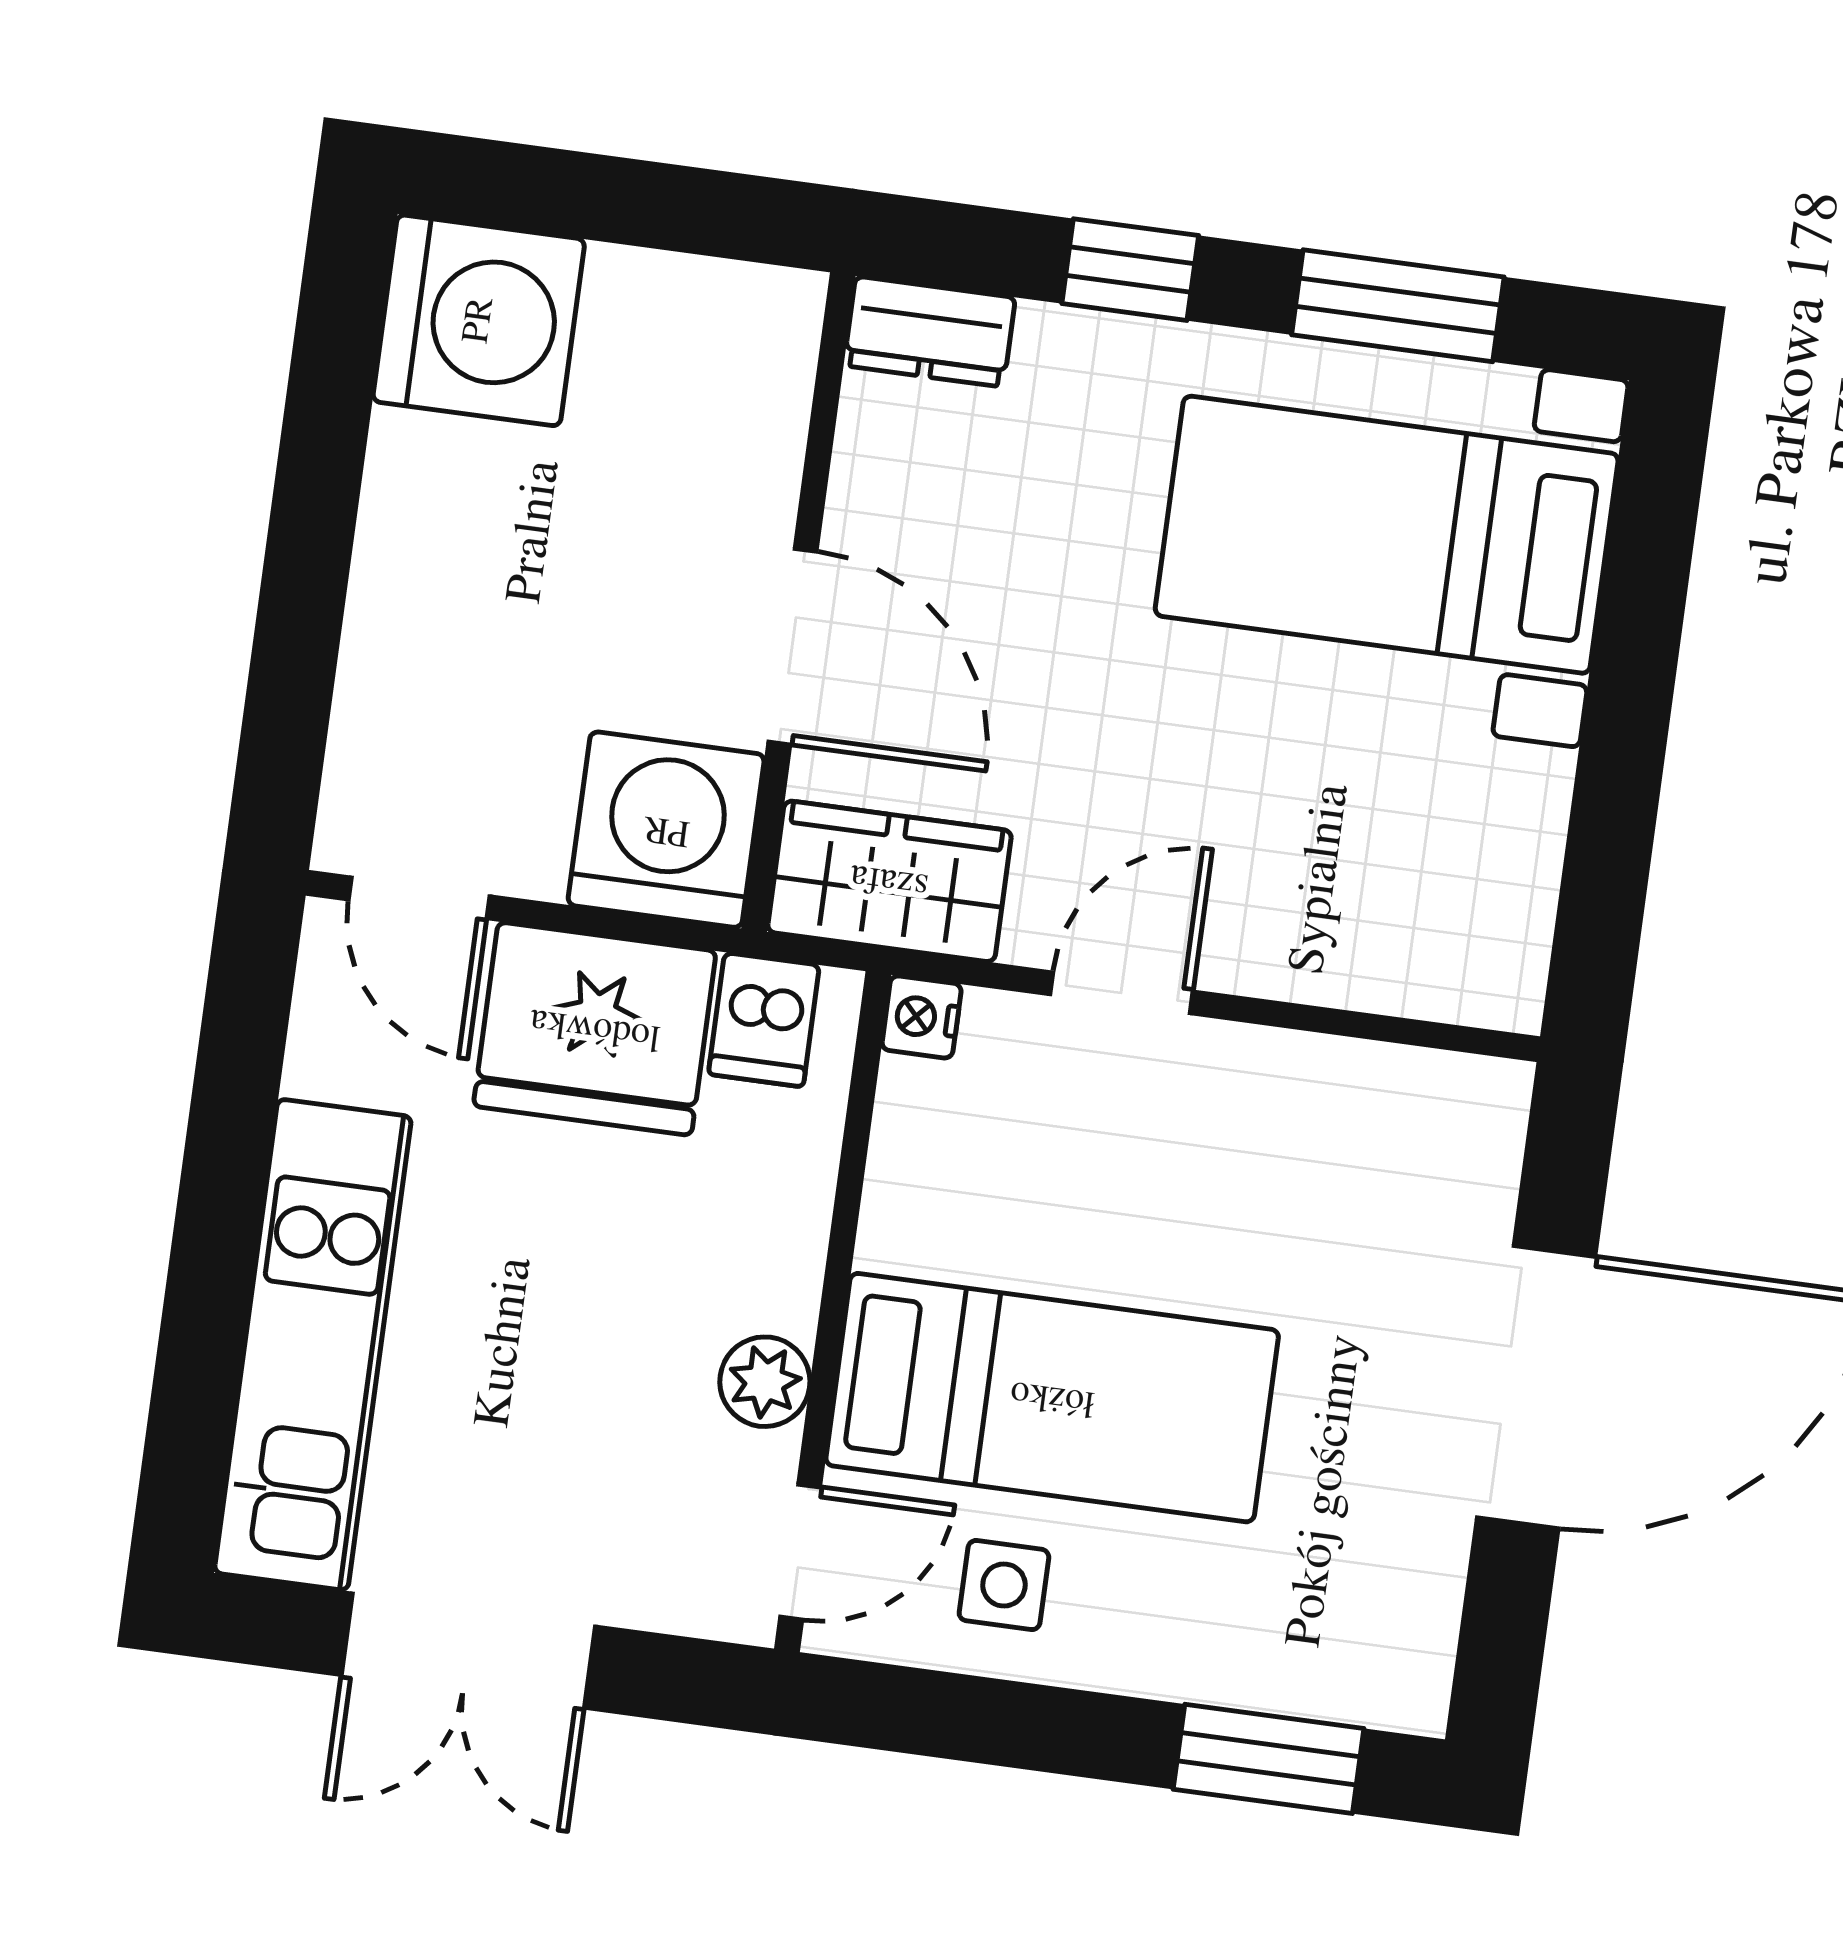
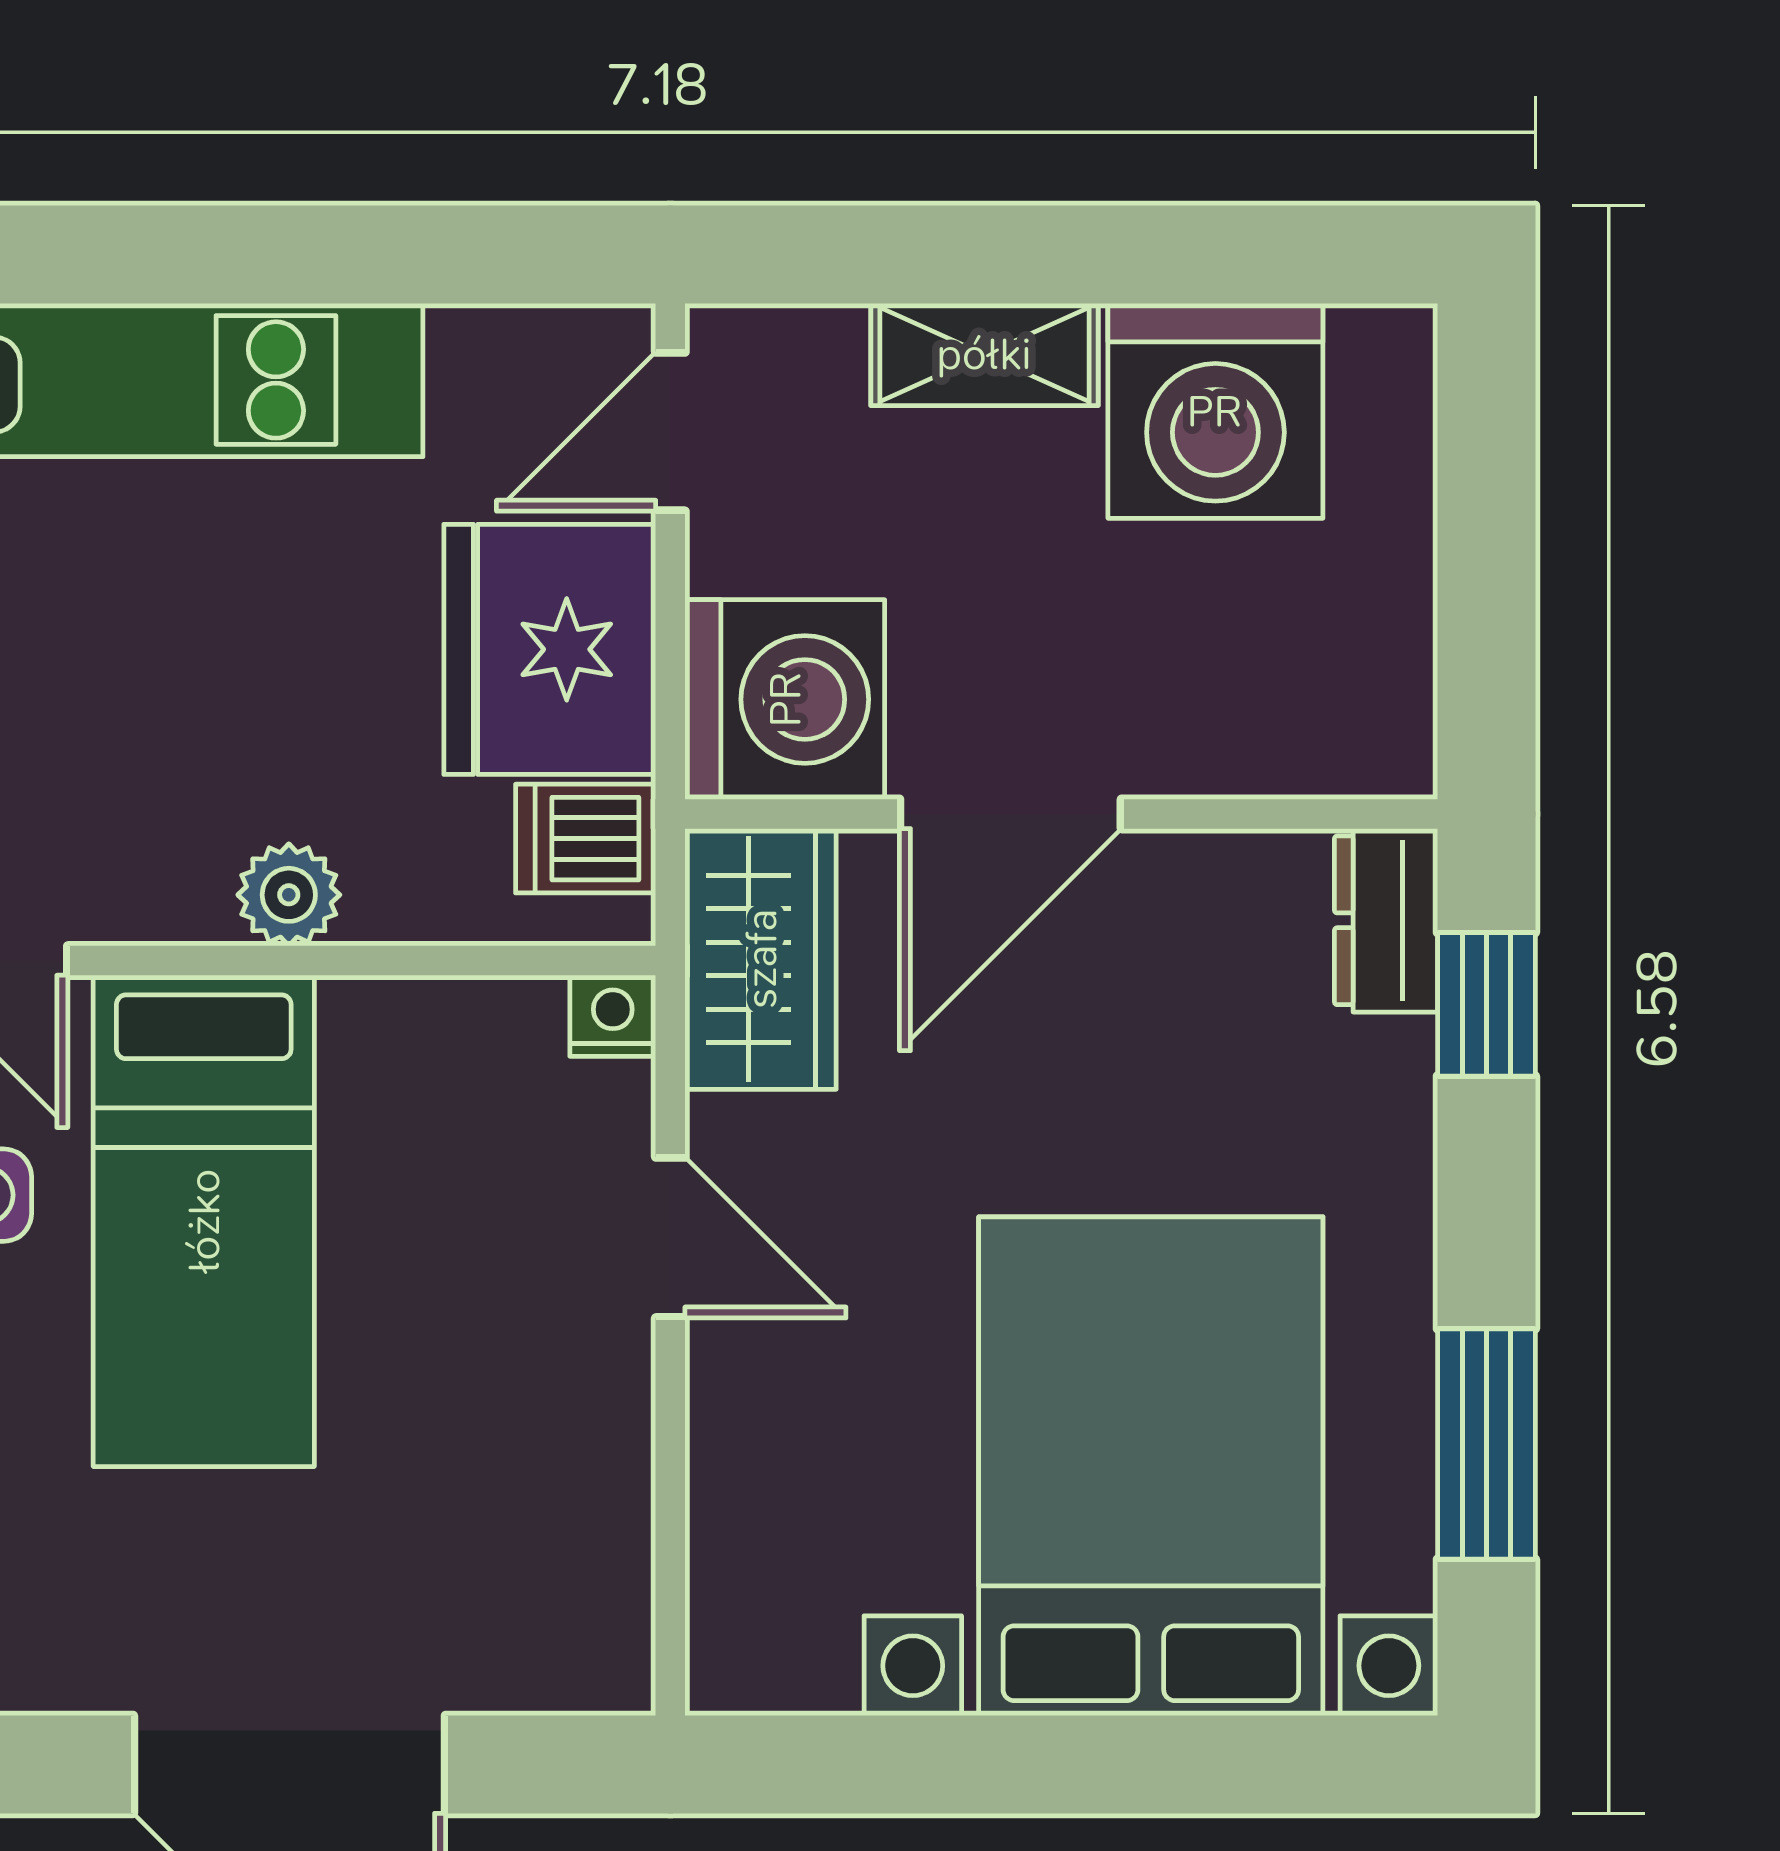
window: (1130, 270) -> (1486, 1004), moved
washing machine: (479, 320) -> (1215, 411), moved
bed with nightstands: (1387, 535) -> (1151, 1466), width x1.36
shelving: (389, 615) -> (984, 354), added
plant: (765, 1382) -> (289, 895), moved

